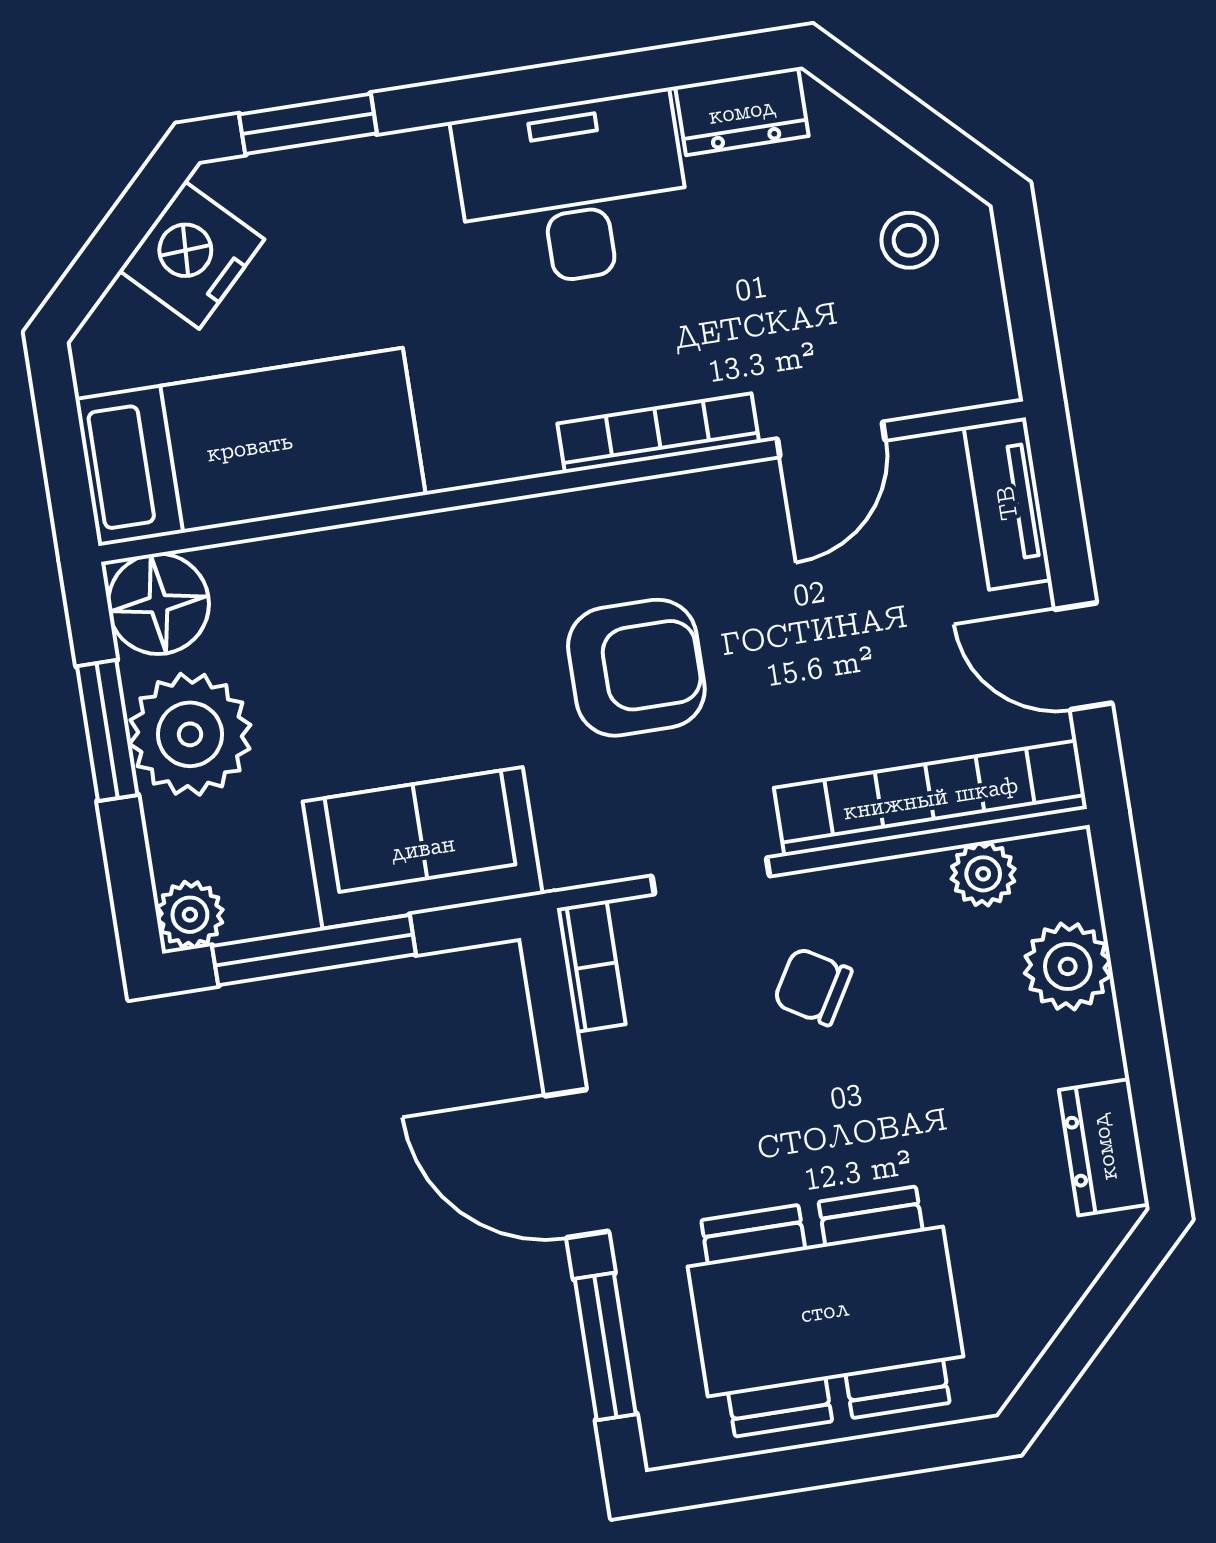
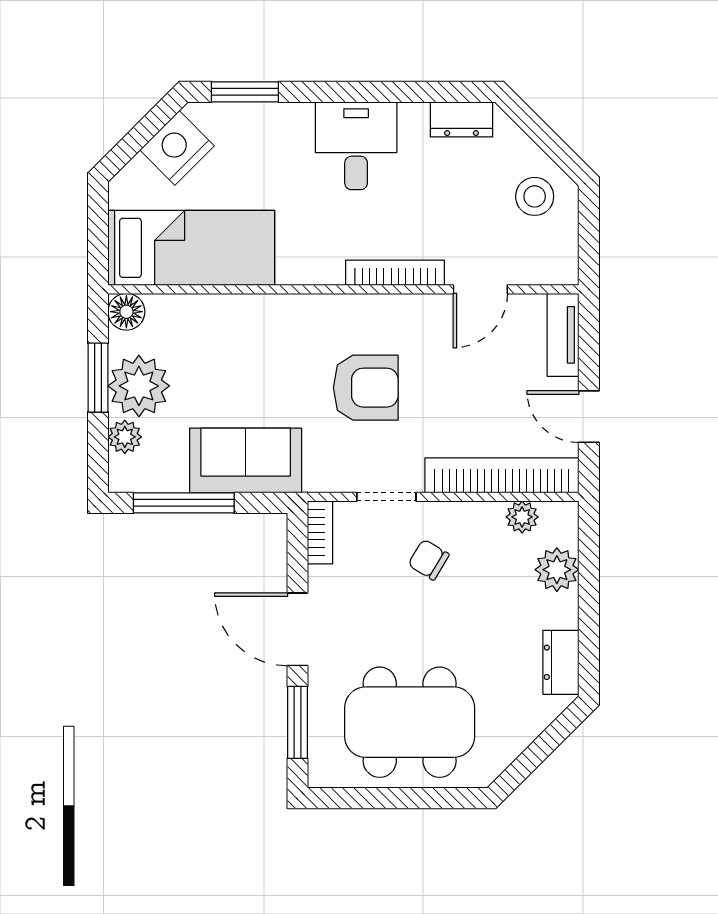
desk: (573, 191) -> (356, 146), width x0.73
stool: (909, 240) -> (535, 196), width x1.37, depth x1.37
floor lamp: (158, 604) -> (126, 312), width x0.73, depth x0.73
plant: (190, 915) -> (125, 437), moved

